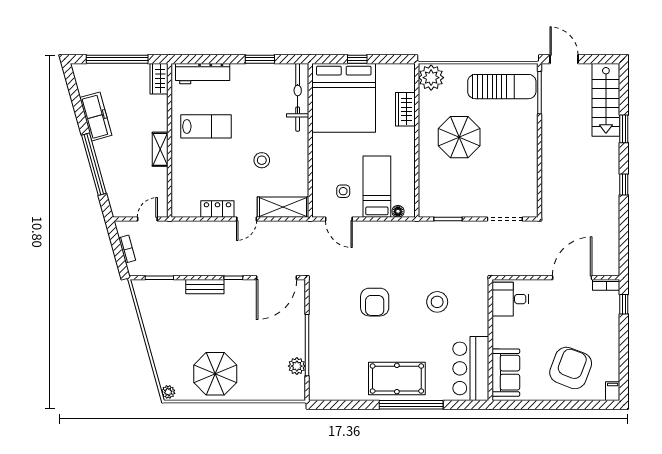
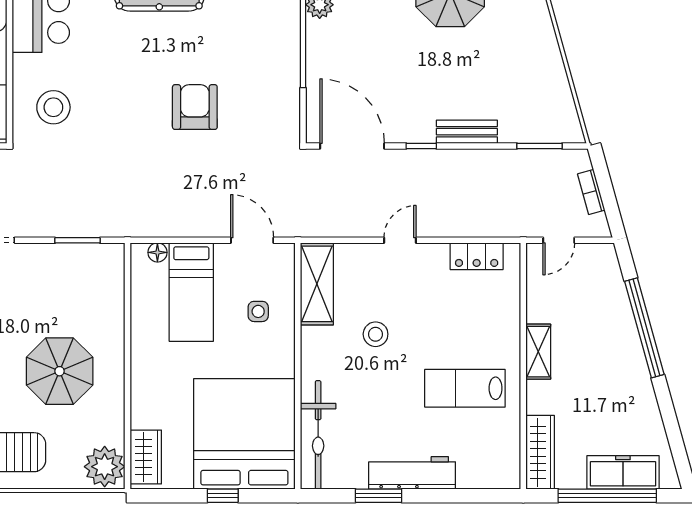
workbench: (203, 74) -> (412, 473), moved
wardrobe: (159, 79) -> (540, 452), width x1.50
wardrobe: (405, 109) -> (146, 457), moved
freezer: (96, 116) -> (623, 472), moved, turned 105
side table: (343, 191) -> (258, 311), moved
shelving: (283, 207) -> (317, 284), moved, turned 90
locker: (217, 209) -> (477, 256), moved
door: (276, 278) -> (352, 146), hinge flipped
stool: (437, 302) -> (53, 107), moved

